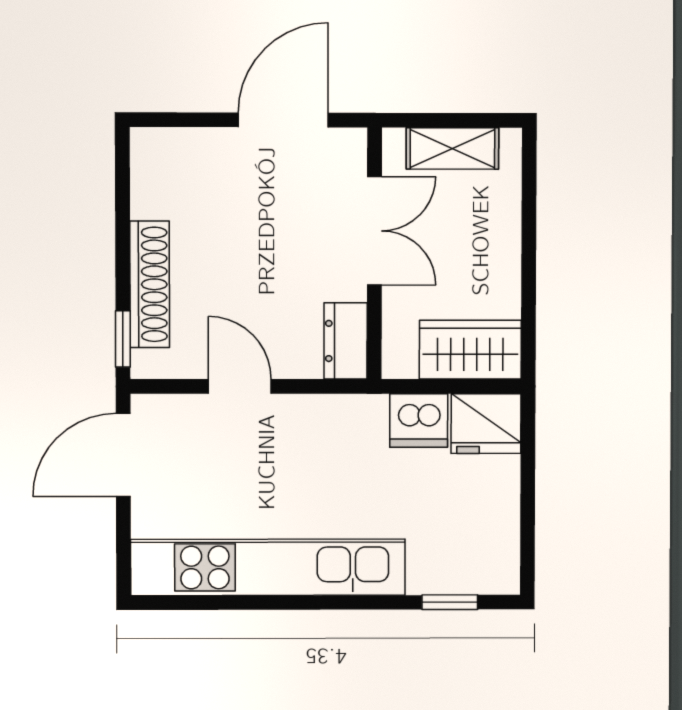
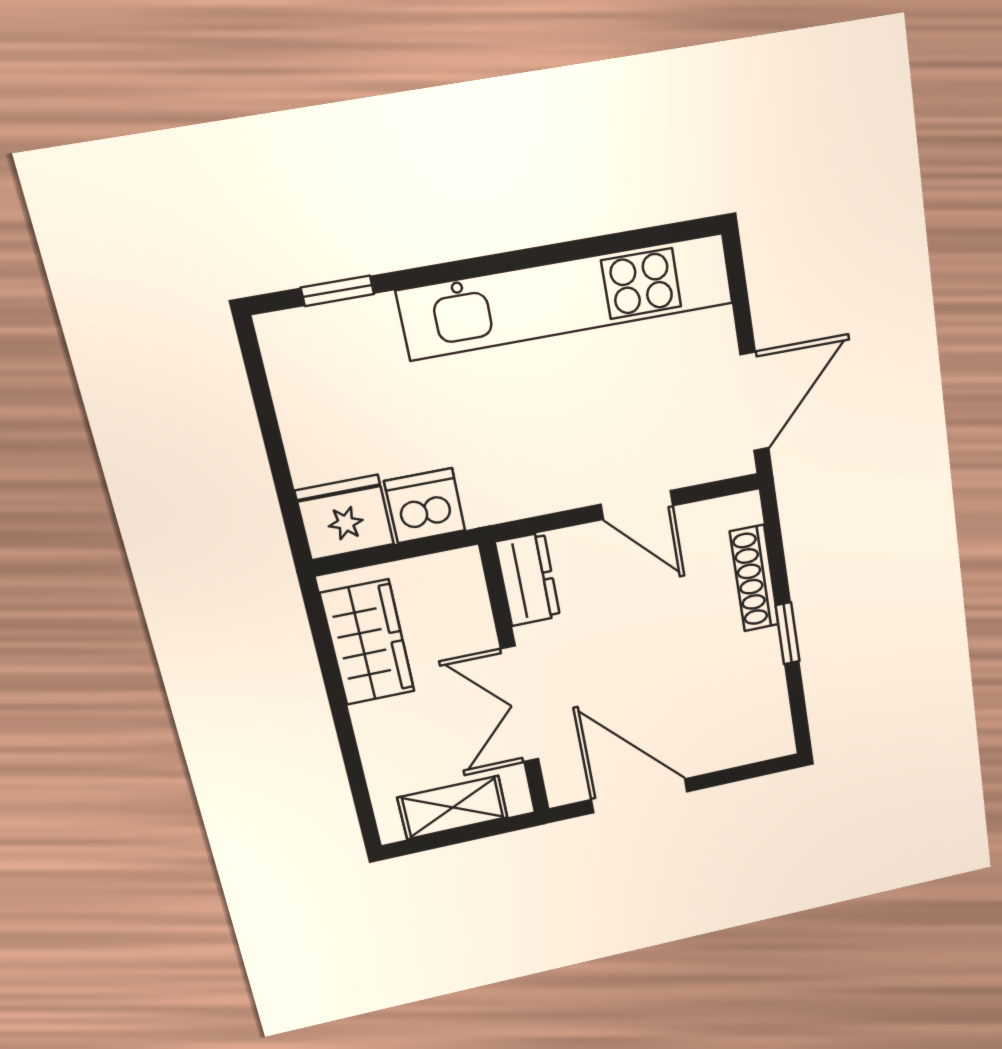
door: (283, 120) -> (639, 796), swing flipped
shoe rack: (150, 284) -> (754, 578), width x0.74, depth x0.81
window: (123, 339) -> (788, 633), moved
wardrobe: (470, 350) -> (367, 642), moved, turned -90

